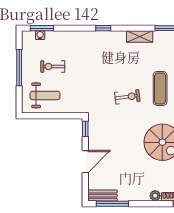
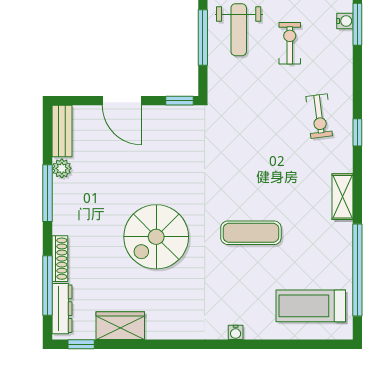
exercise bike: (127, 97) -> (319, 116), moved
window: (49, 116) -> (203, 38), added
plant: (155, 196) -> (62, 168), moved
window: (112, 204) -> (48, 193), moved

